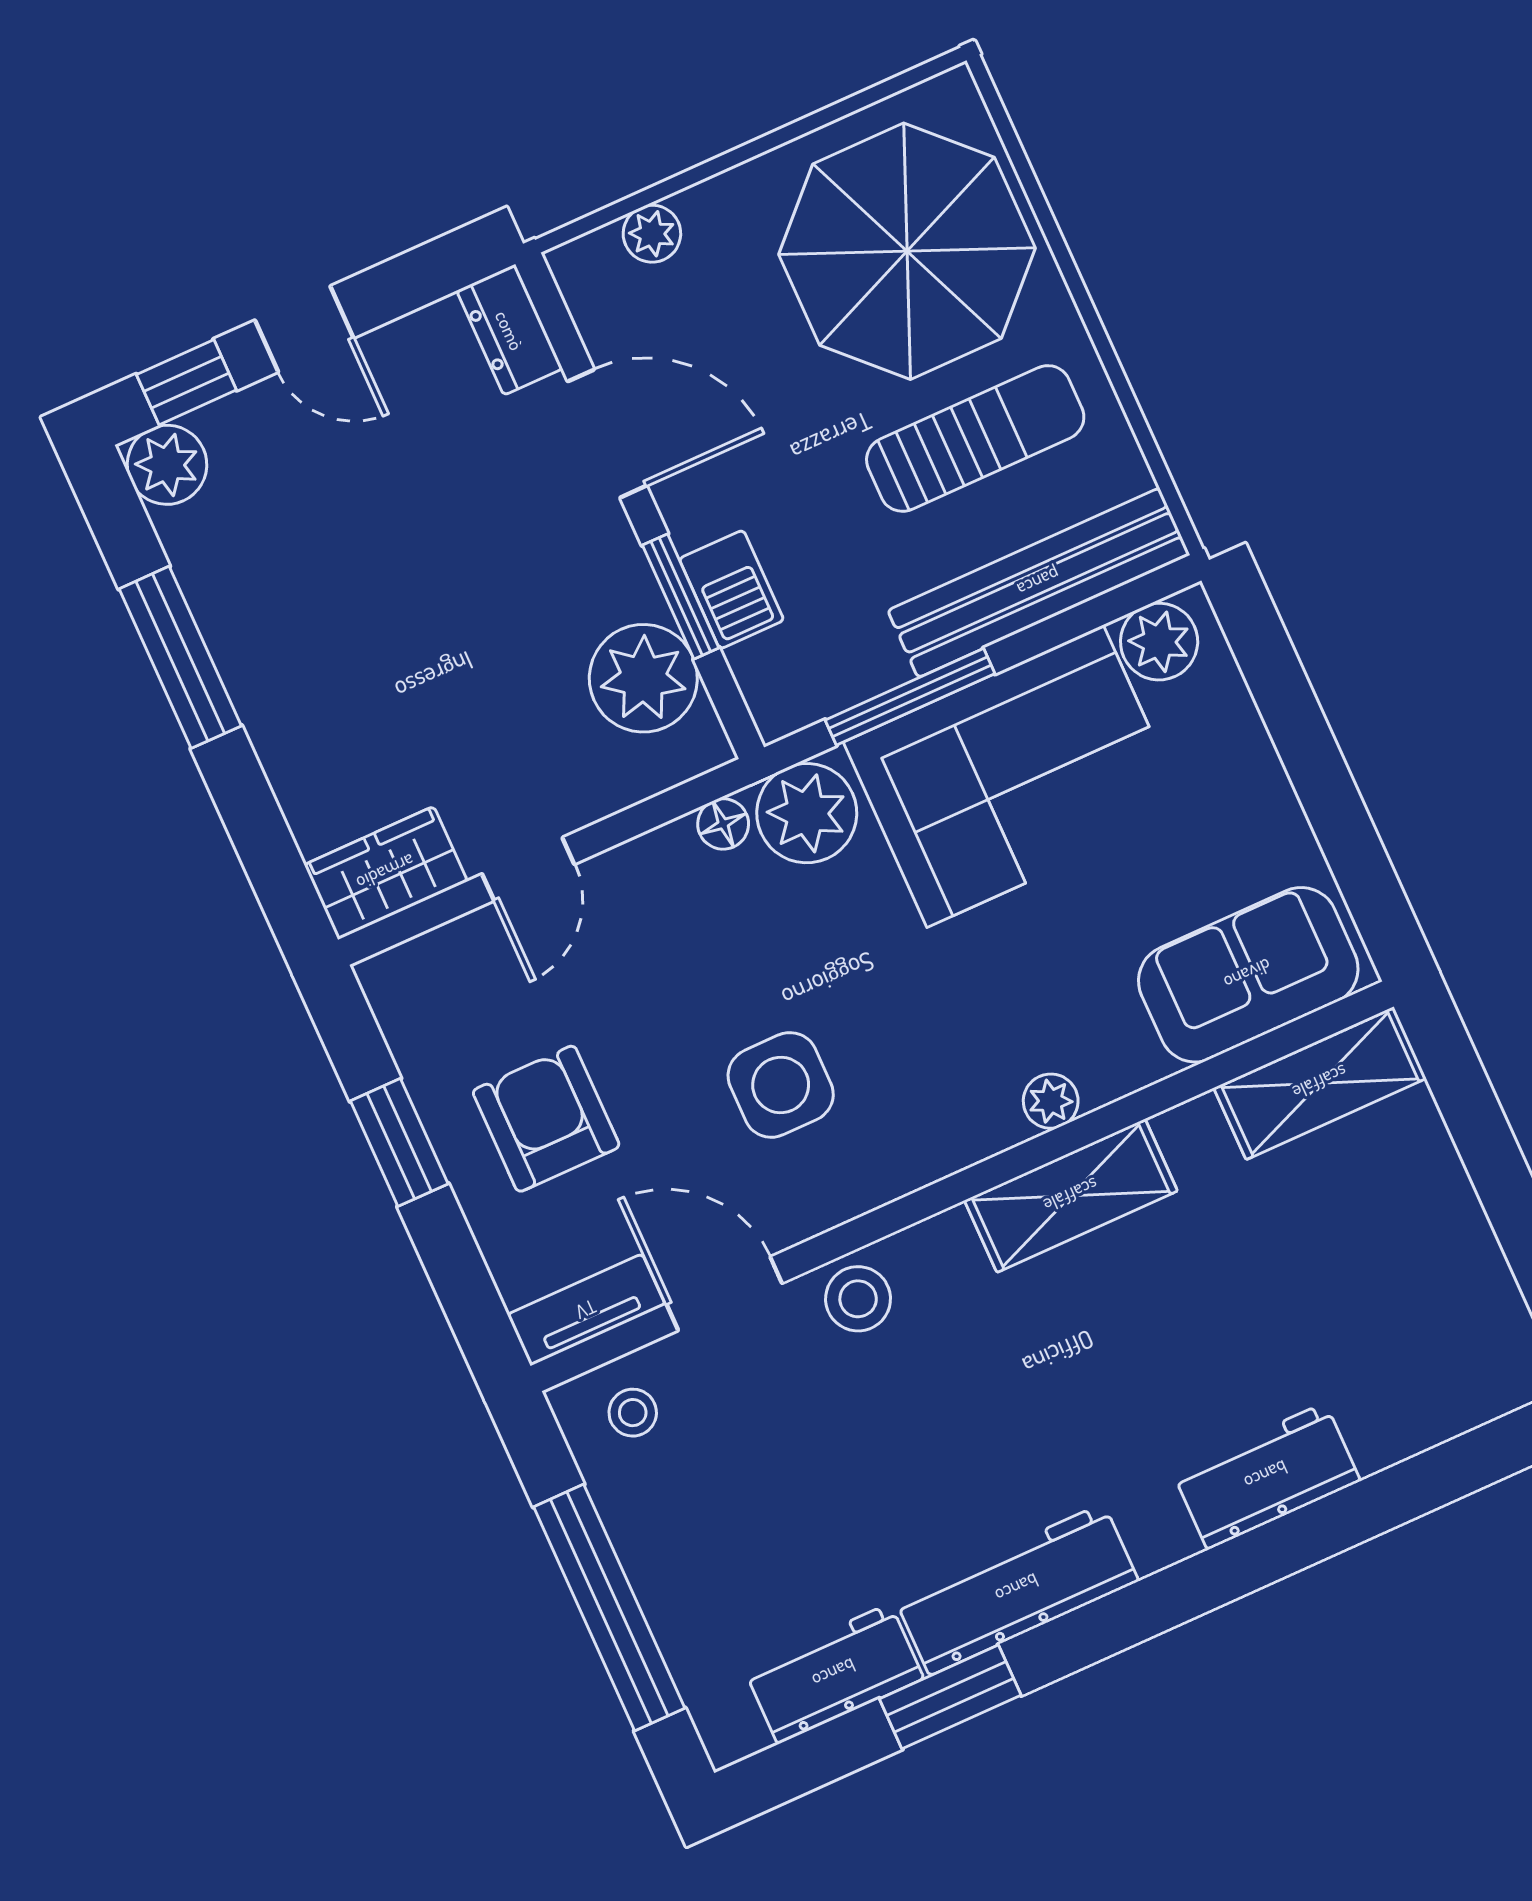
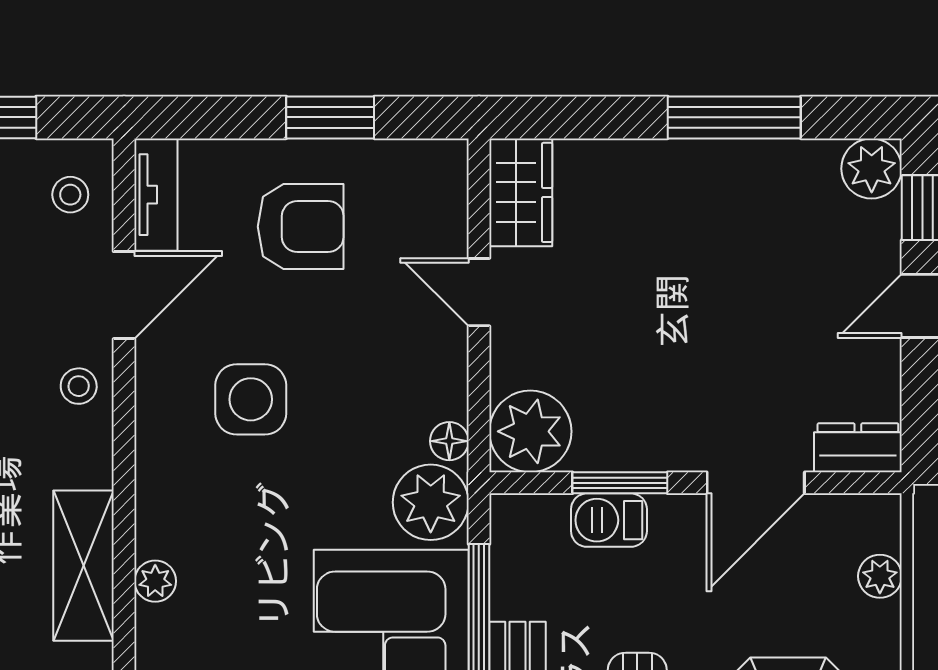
plant: (643, 678) -> (530, 431), moved
stool: (858, 1299) -> (79, 386), width x0.73, depth x0.73

